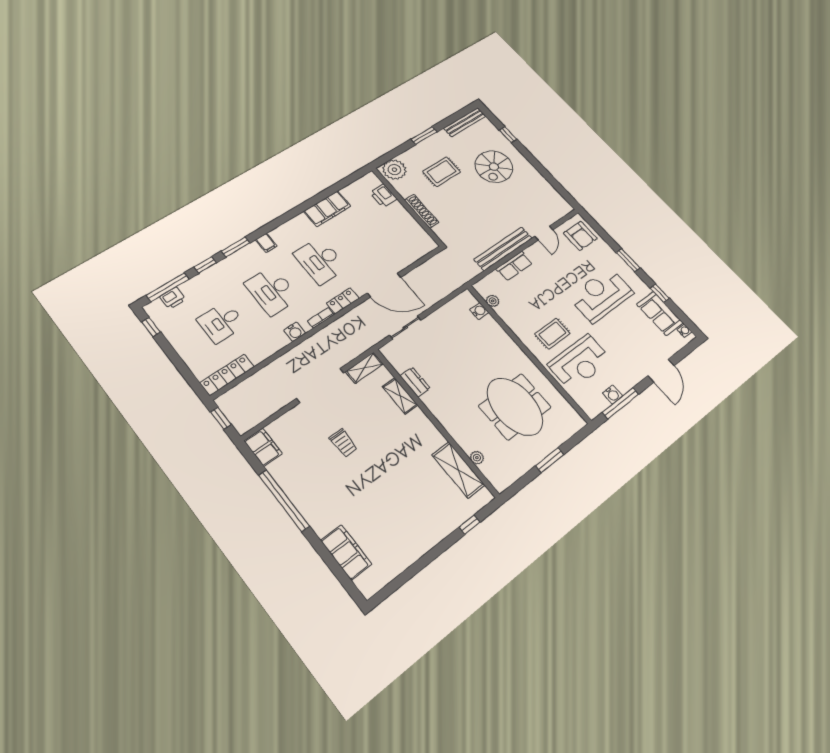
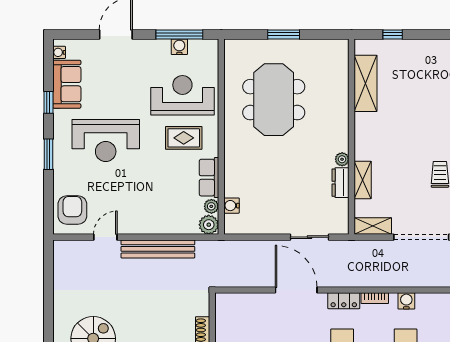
row of seats: (514, 266) -> (209, 178), moved, turned -90
plant: (483, 287) -> (209, 225), added
plant: (477, 458) -> (342, 159), moved

